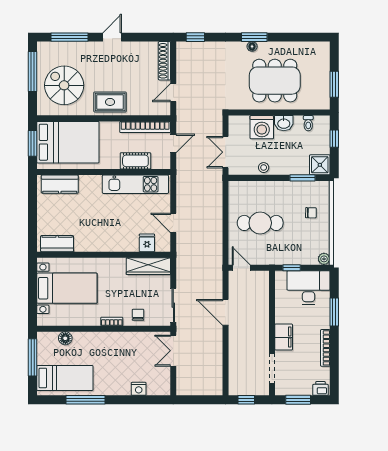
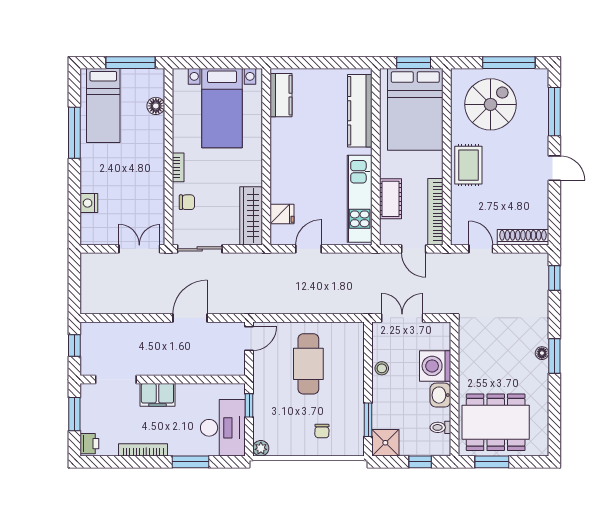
dining table: (275, 81) -> (496, 422), moved, turned 90
kitchen counter: (60, 184) -> (360, 111), width x1.50

